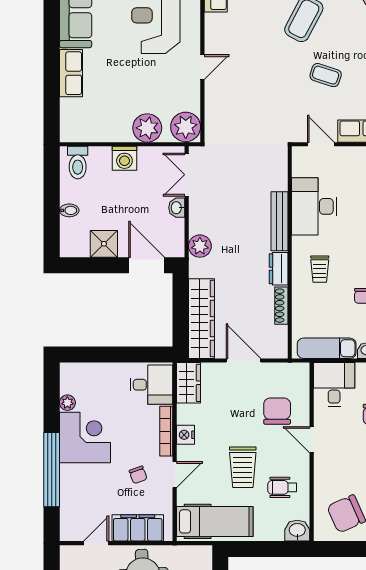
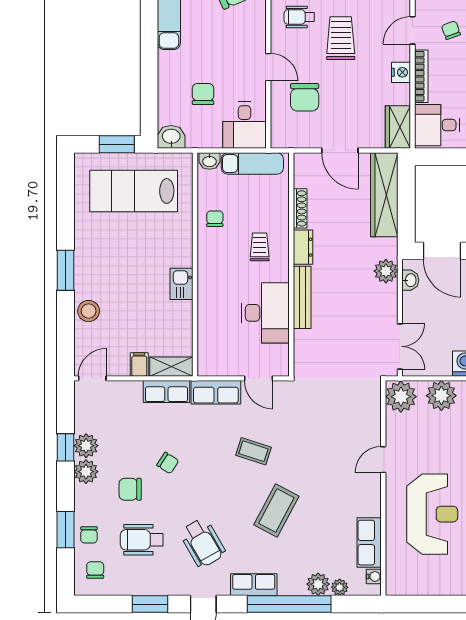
washbasin: (177, 208) -> (410, 280), moved
wheelchair: (282, 487) -> (299, 17), turned 180

